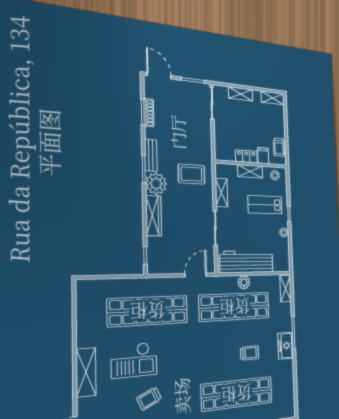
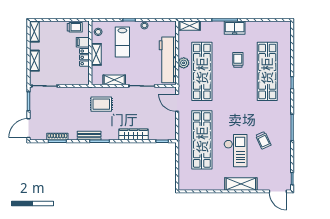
rug: (192, 174) -> (101, 104), turned 90
plant: (156, 184) -> (110, 132), removed

